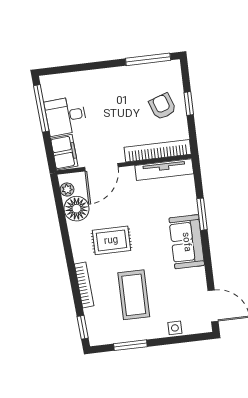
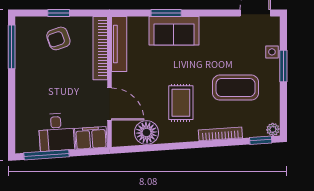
plant: (67, 189) -> (273, 129), moved
sofa: (187, 242) -> (174, 31), moved
window: (130, 345) -> (283, 66), moved

